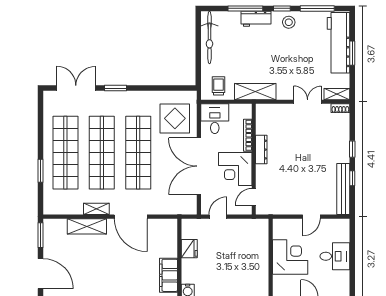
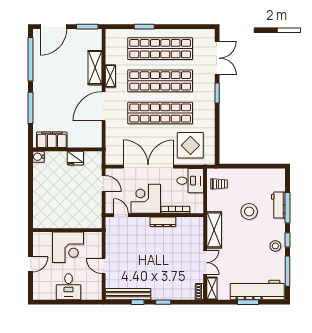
workbench: (256, 19) -> (278, 205), moved
bicycle: (209, 37) -> (262, 176), removed
stool: (250, 52) -> (249, 212), added
shelving: (255, 92) -> (214, 230), moved

